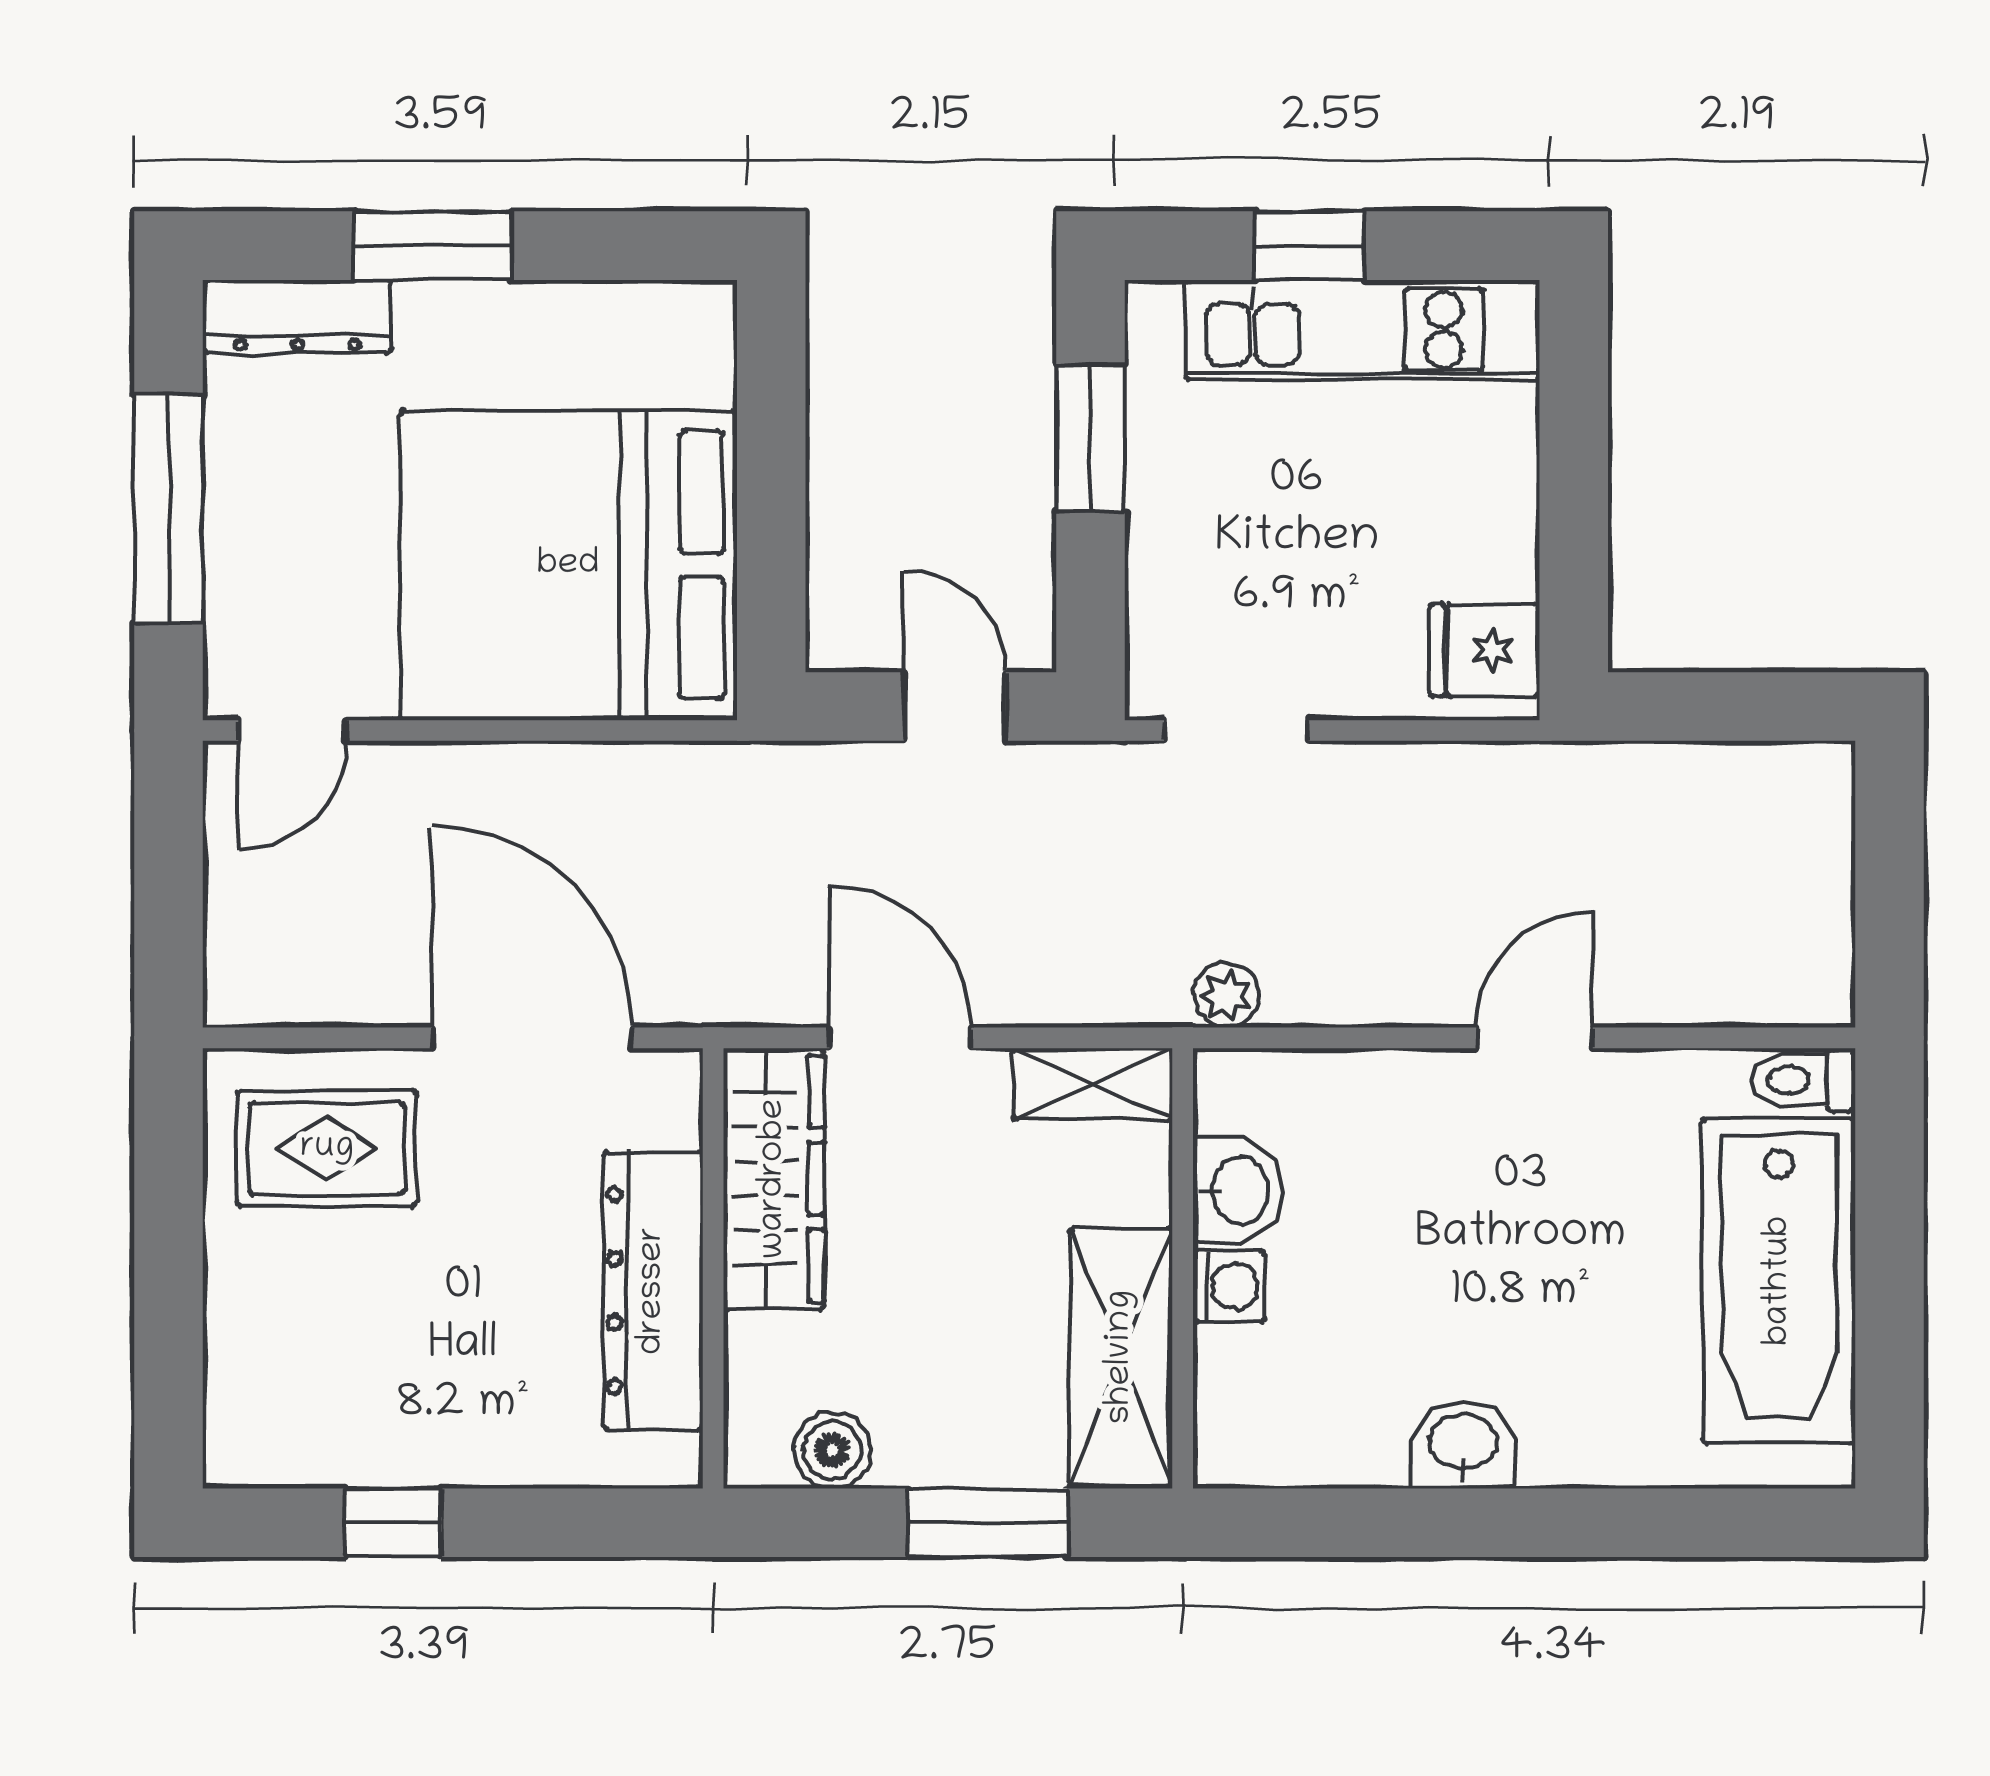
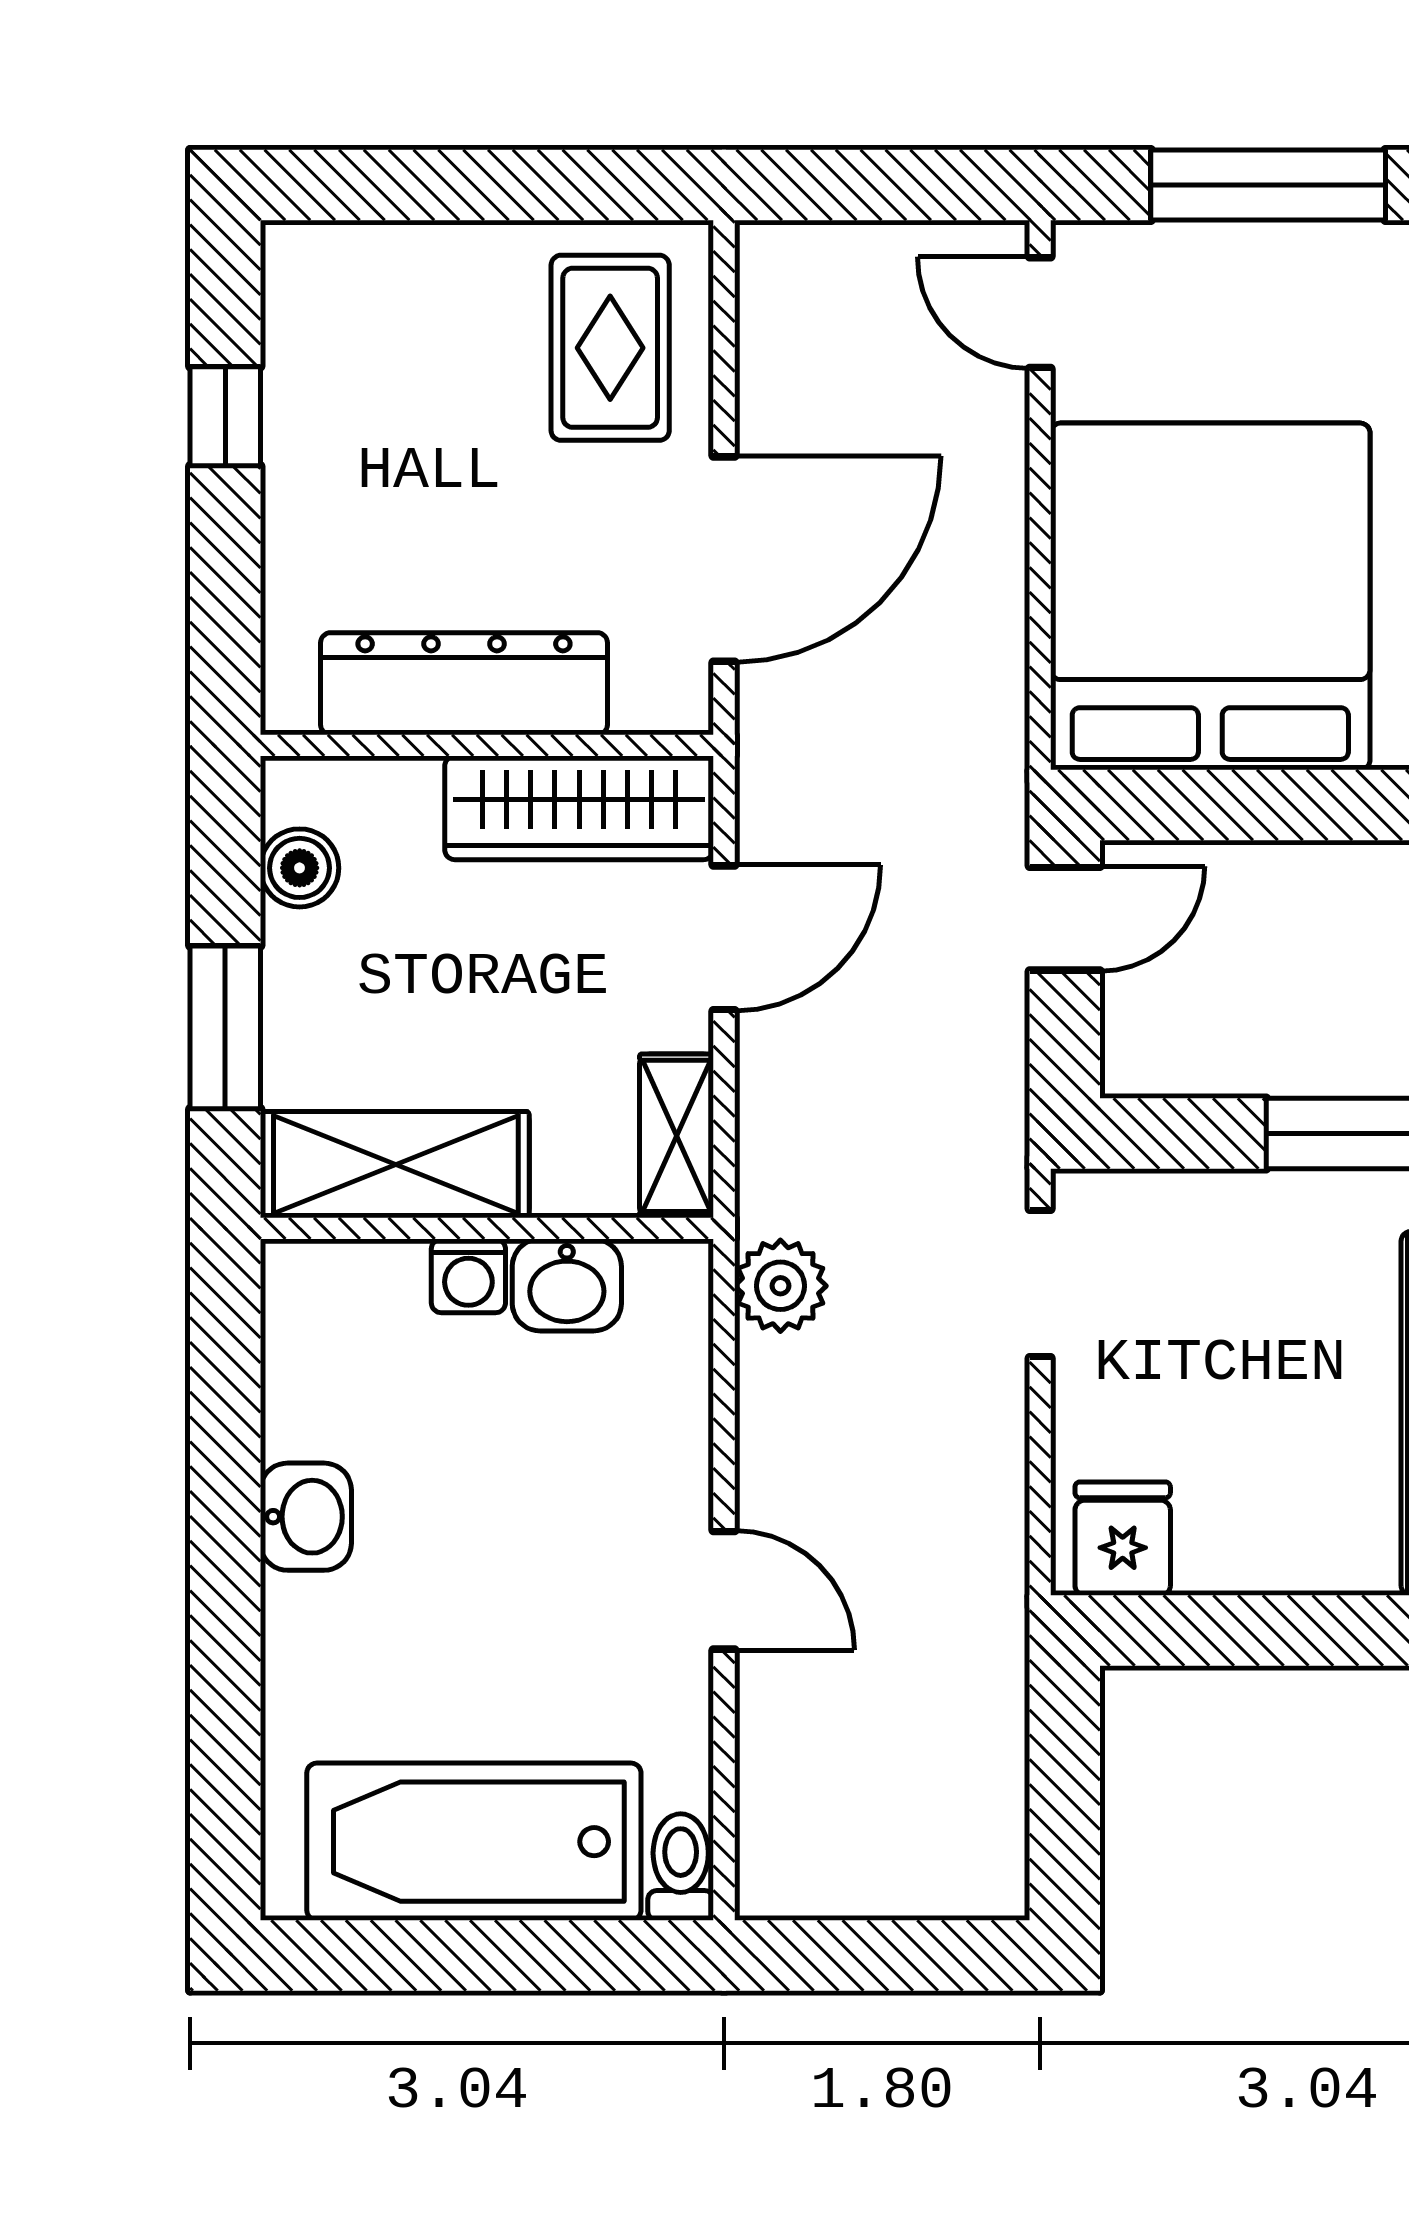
door: (955, 707) -> (1065, 919), moved
plant: (1226, 995) -> (780, 1286), width x1.38, depth x1.38

